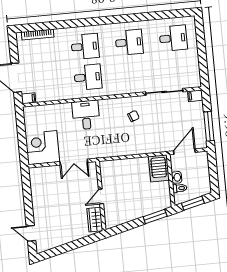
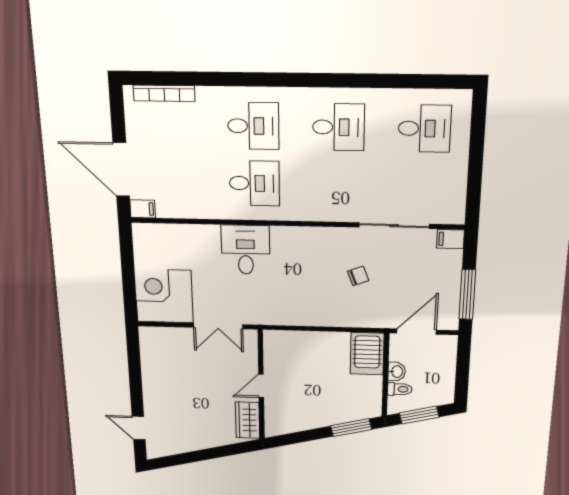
chair: (133, 116) -> (358, 276), moved

